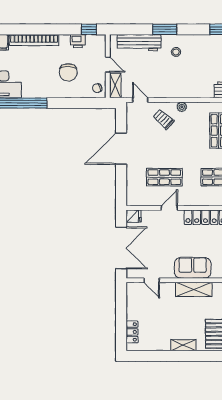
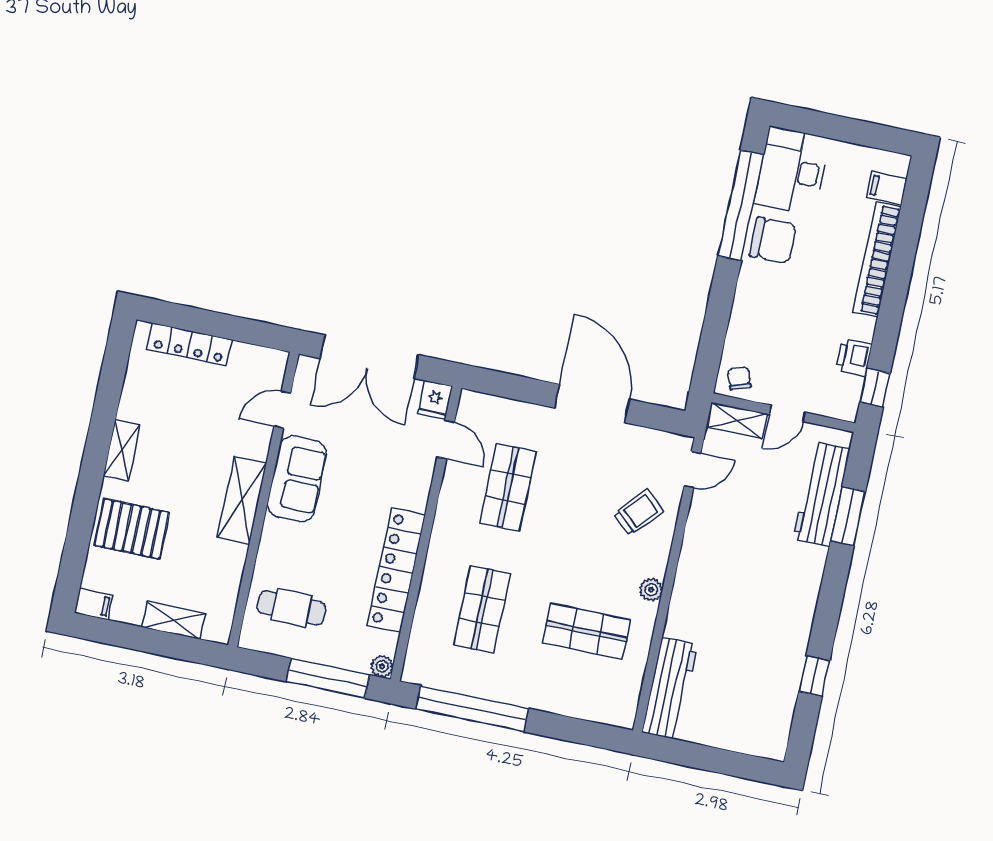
window: (165, 29) -> (848, 516), moved
stool: (176, 52) -> (783, 572), removed
chair: (68, 72) -> (773, 240), moved, turned 180
plant: (182, 107) -> (651, 590), moved
door: (169, 208) -> (446, 439), moved
sofa: (193, 268) -> (297, 479), moved
locker: (132, 332) -> (189, 344), width x1.53

